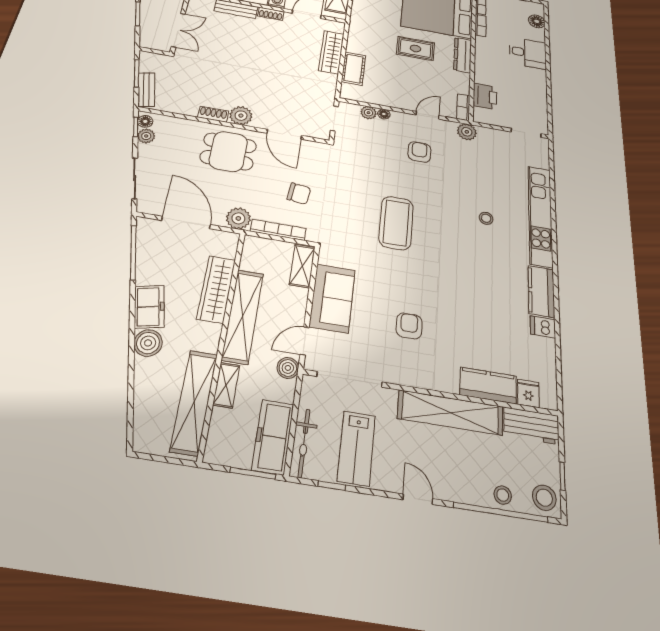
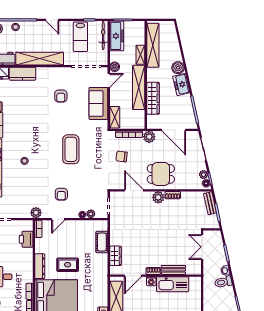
wardrobe: (331, 52) -> (116, 256), width x0.67
lab bench: (356, 448) -> (80, 37), turned 180

